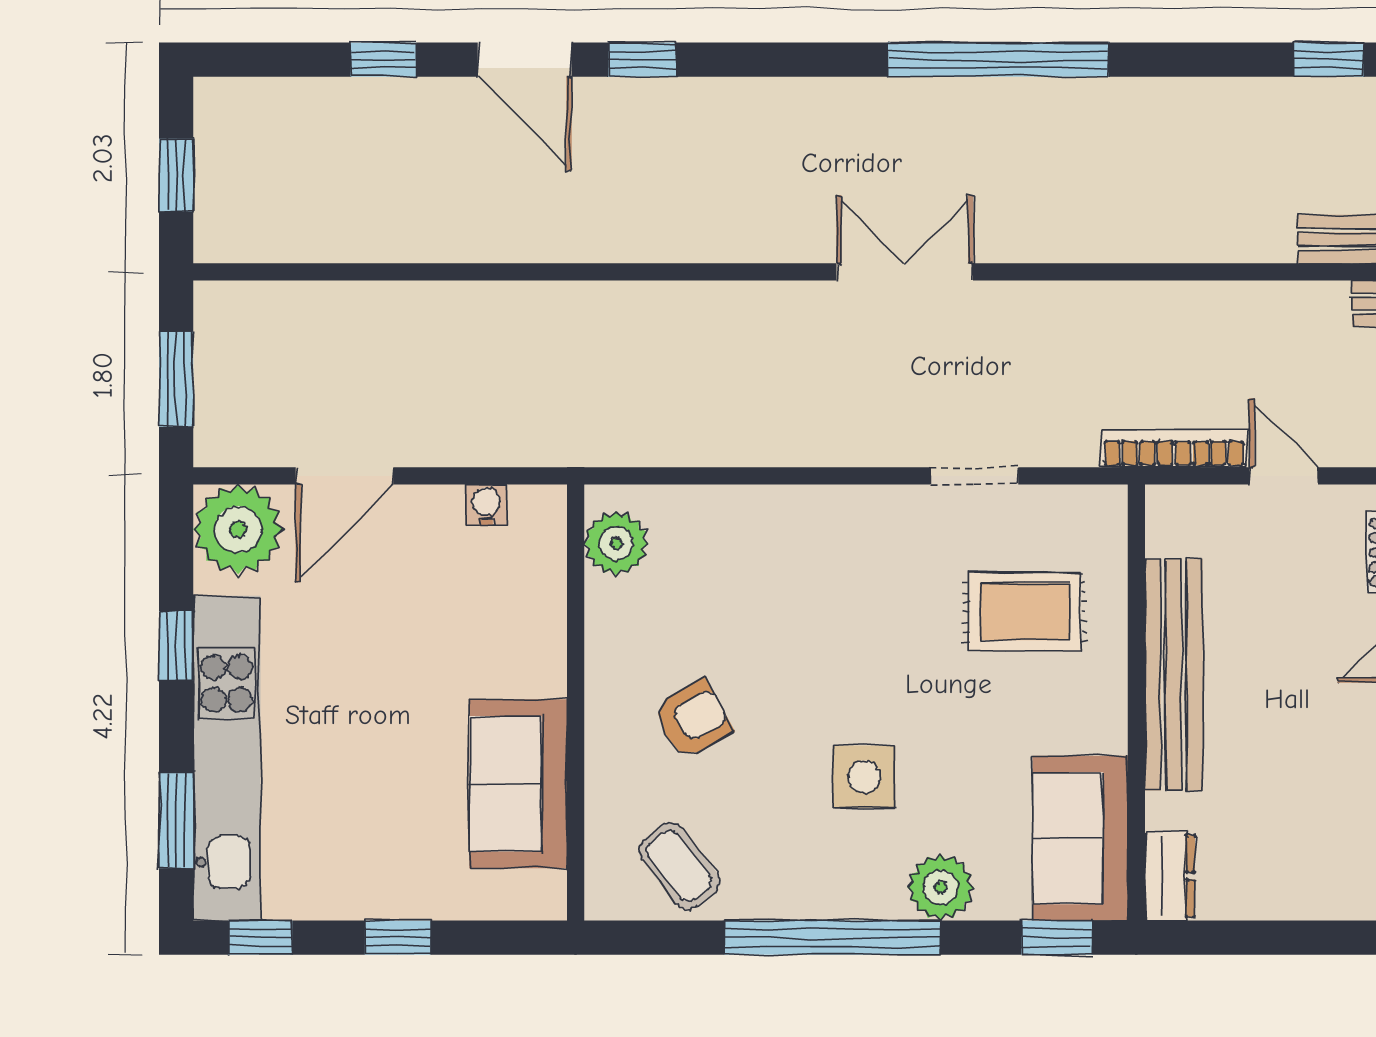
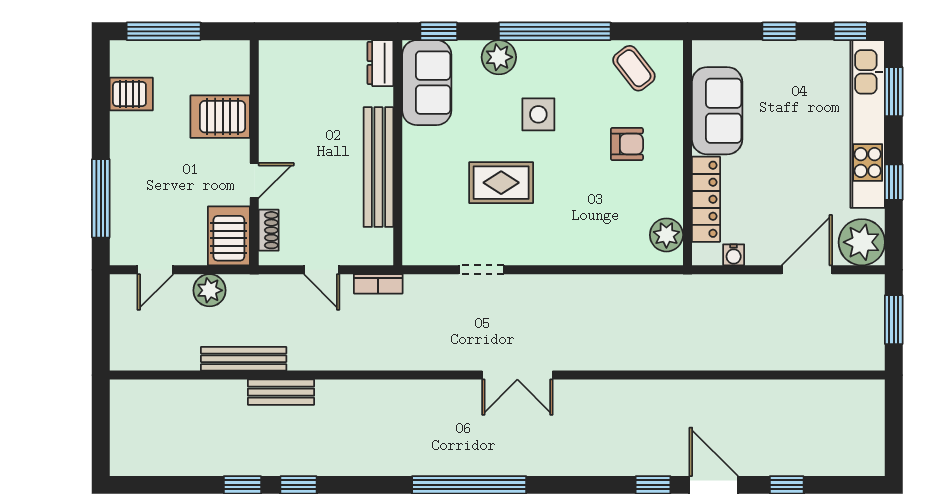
window: (176, 175) -> (894, 425), removed
bookcase: (1174, 449) -> (378, 284), width x0.64
locker: (540, 612) -> (706, 199), added
rug: (1025, 612) -> (501, 183), moved
armchair: (693, 719) -> (627, 144), turned -151

